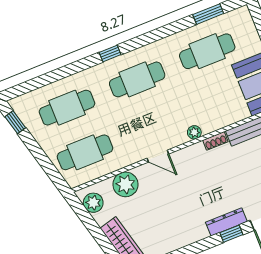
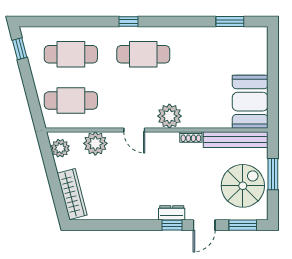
cafe table: (207, 51) -> (216, 54), removed
plant: (194, 132) -> (169, 116), width x1.87, depth x1.87
dresser: (226, 222) -> (172, 213), width x0.70

